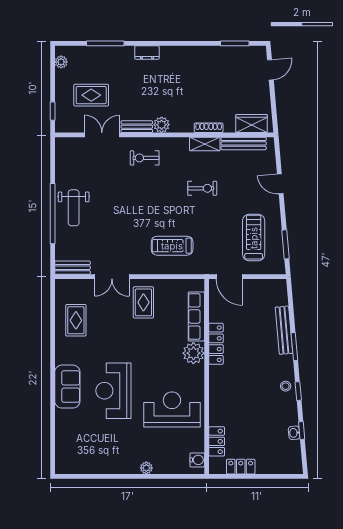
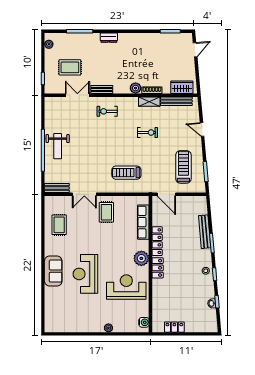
plant: (162, 125) -> (136, 88), moved
plant: (193, 353) -> (141, 258), moved
locker: (217, 441) -> (158, 268), moved

